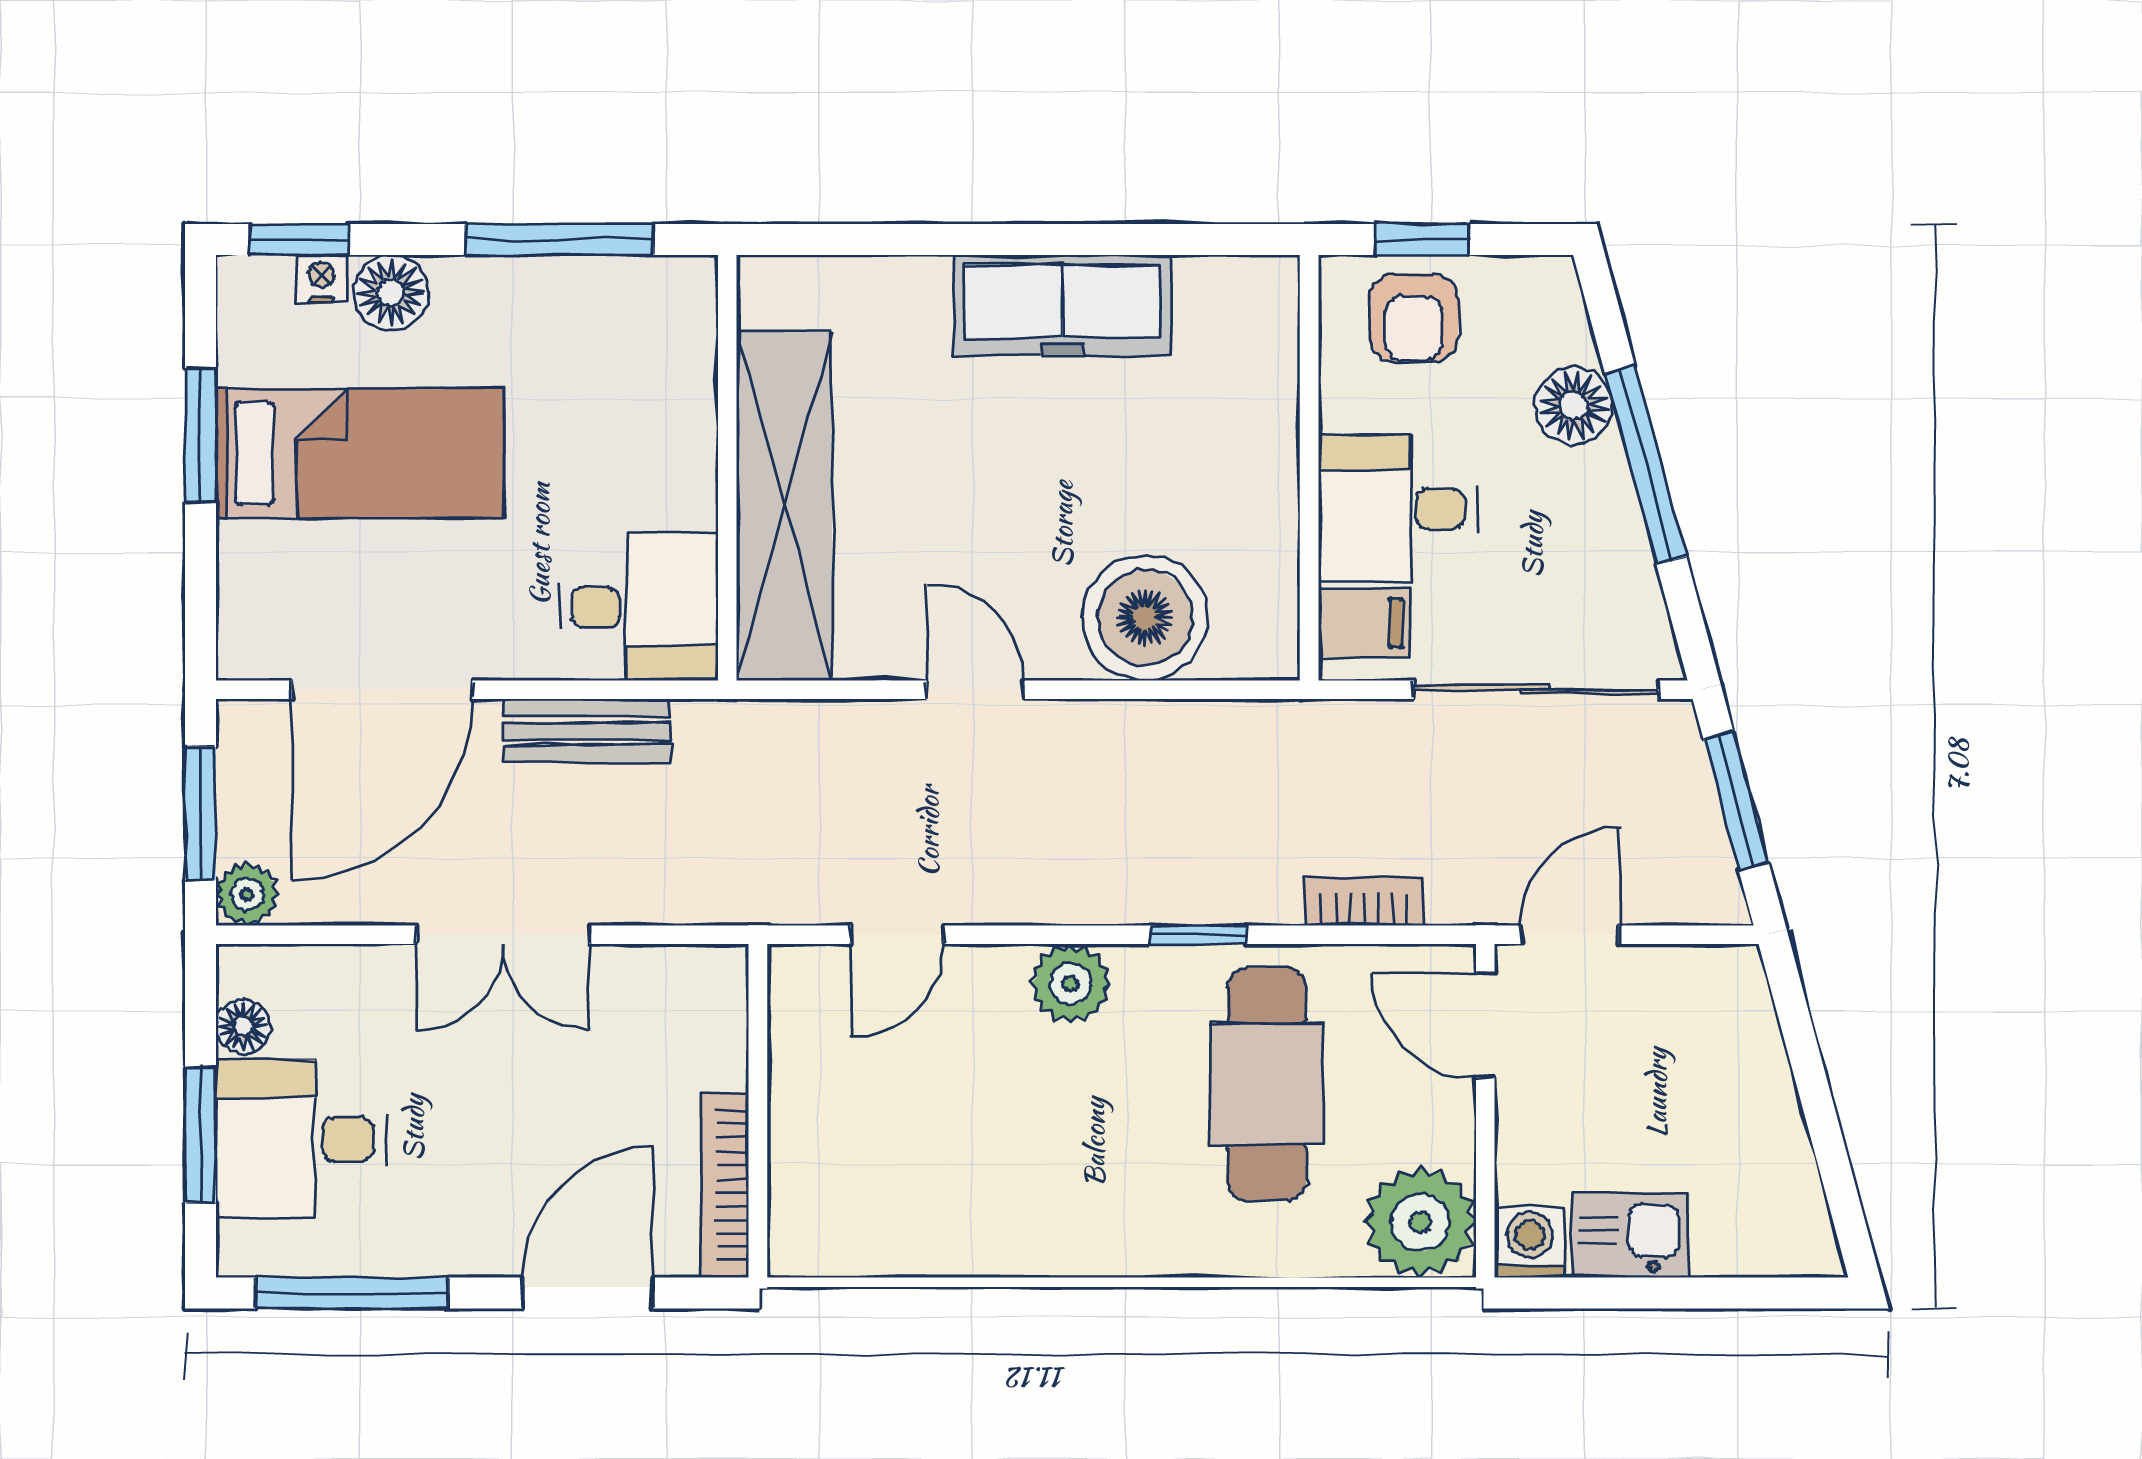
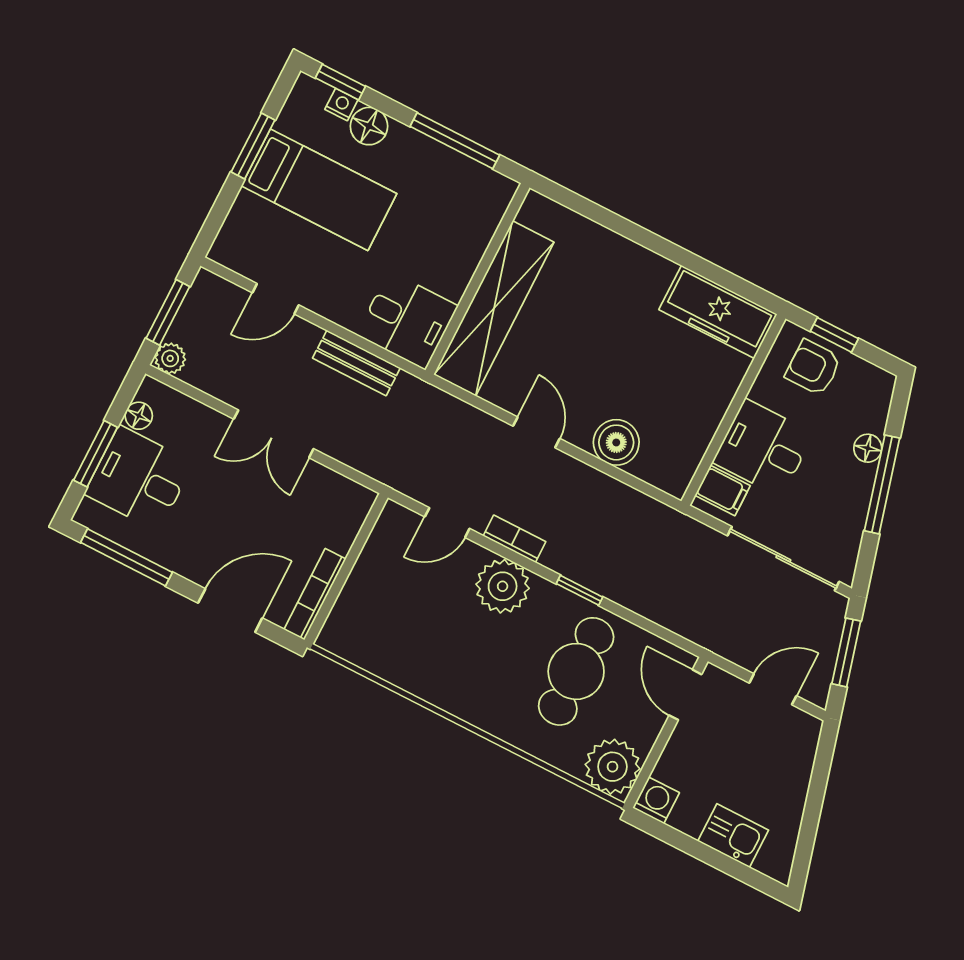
freezer: (1062, 305) -> (718, 312), moved
armchair: (1414, 318) -> (813, 367), turned 90
floor lamp: (1574, 405) -> (868, 448), width x0.73, depth x0.73
boiler: (1145, 617) -> (616, 442), width x0.73, depth x0.73
door: (382, 690) -> (276, 299), width x0.53
bookcase: (1364, 902) -> (514, 539), moved
door: (1570, 935) -> (773, 689), moved
plant: (1070, 984) -> (503, 586), width x1.36, depth x1.36
kitchen sink: (1630, 1235) -> (733, 836), moved

